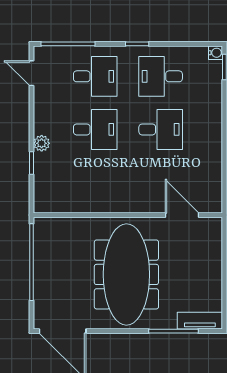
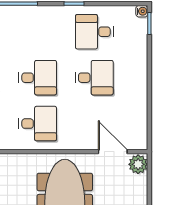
desk: (95, 76) -> (38, 124), moved
plant: (211, 230) -> (138, 164), added

